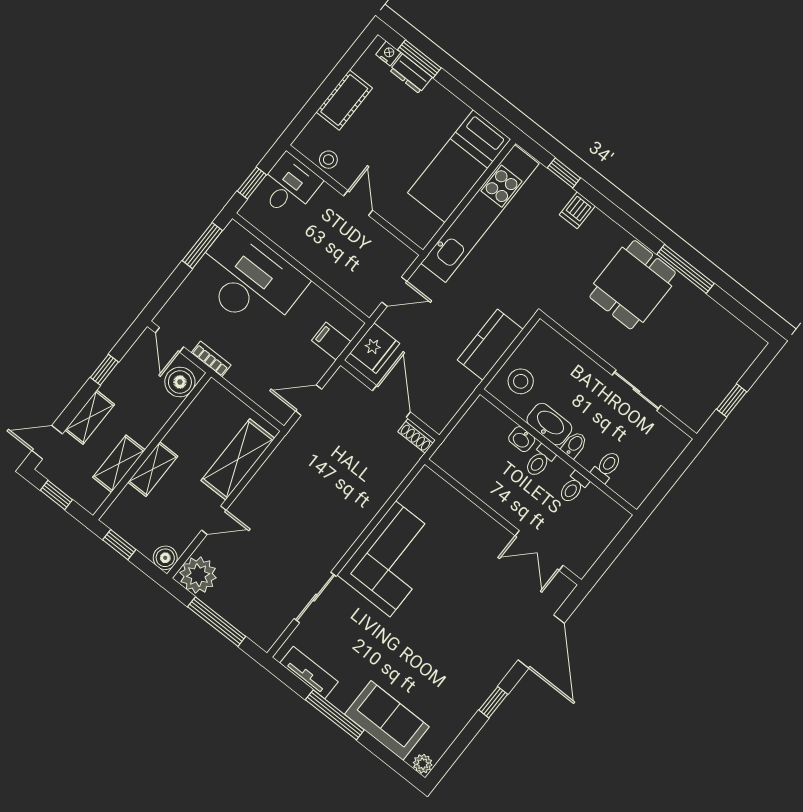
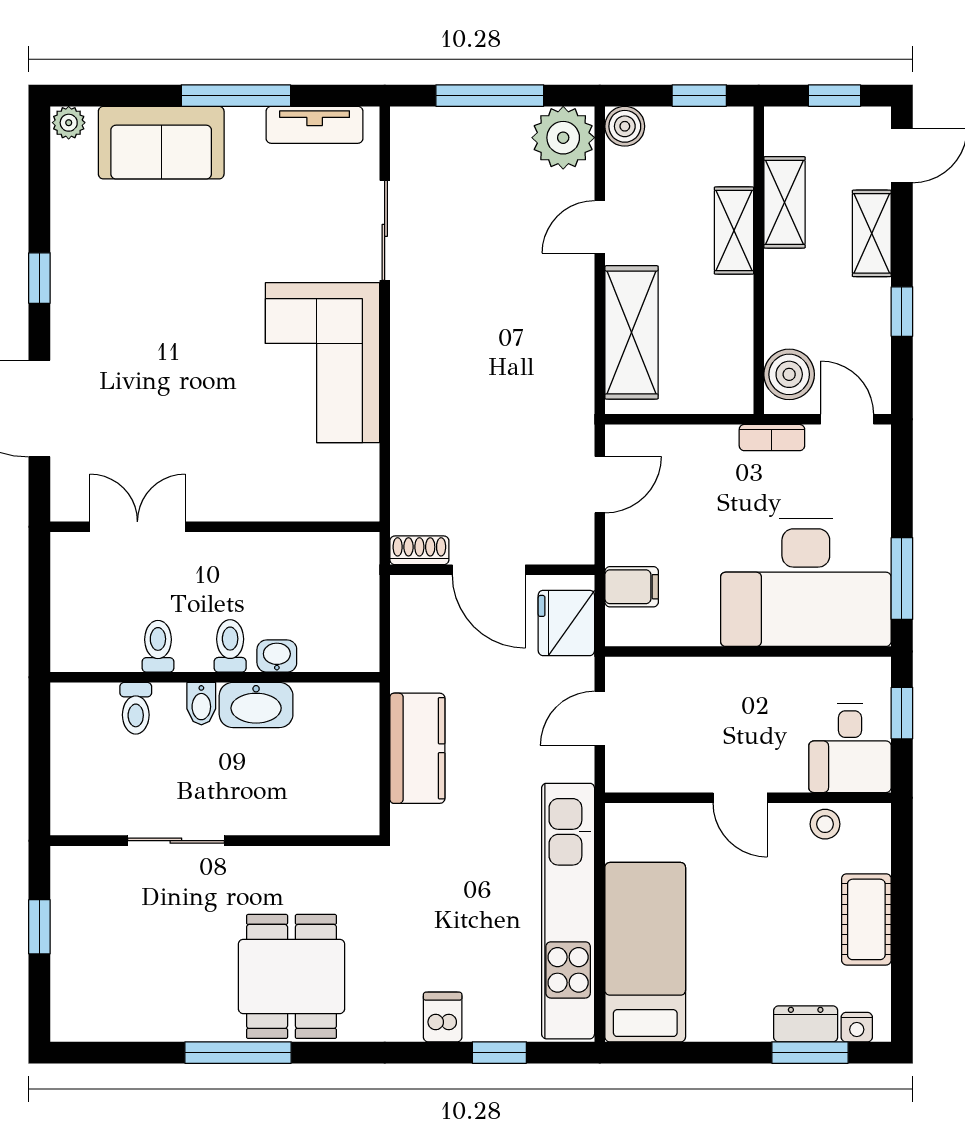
stool: (521, 381) -> (339, 732), removed

